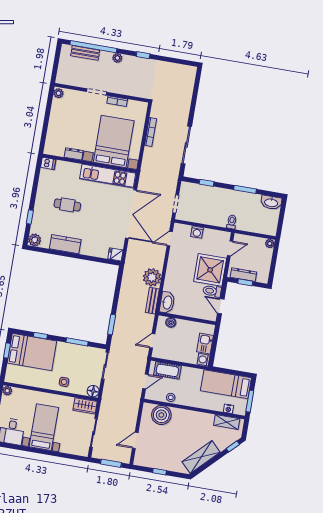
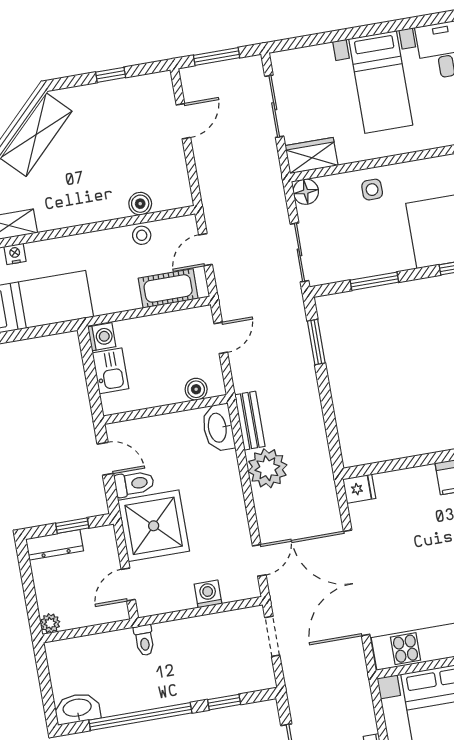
window: (245, 189) -> (140, 716), width x2.11
dresser: (243, 275) -> (55, 545), moved
boiler: (161, 415) -> (140, 204), width x0.54, depth x0.54

